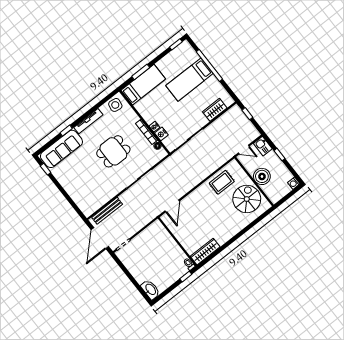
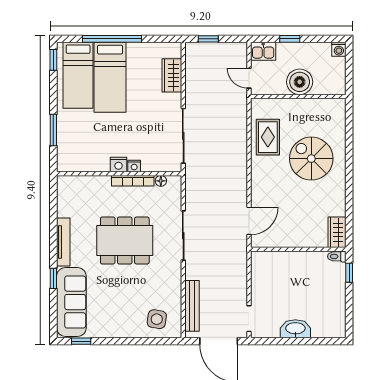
bed: (143, 85) -> (78, 75), moved, turned 180
side table: (115, 105) -> (157, 319), moved
nightstand: (161, 134) -> (119, 165), moved
door: (244, 150) -> (249, 78), swing flipped
dining table: (113, 151) -> (125, 240), width x1.38
spiral stairs: (247, 199) -> (311, 159), moved
door: (172, 206) -> (249, 221), hinge flipped
wardrobe: (205, 252) -> (337, 232), width x0.67
washbasin: (150, 290) -> (295, 329), moved

